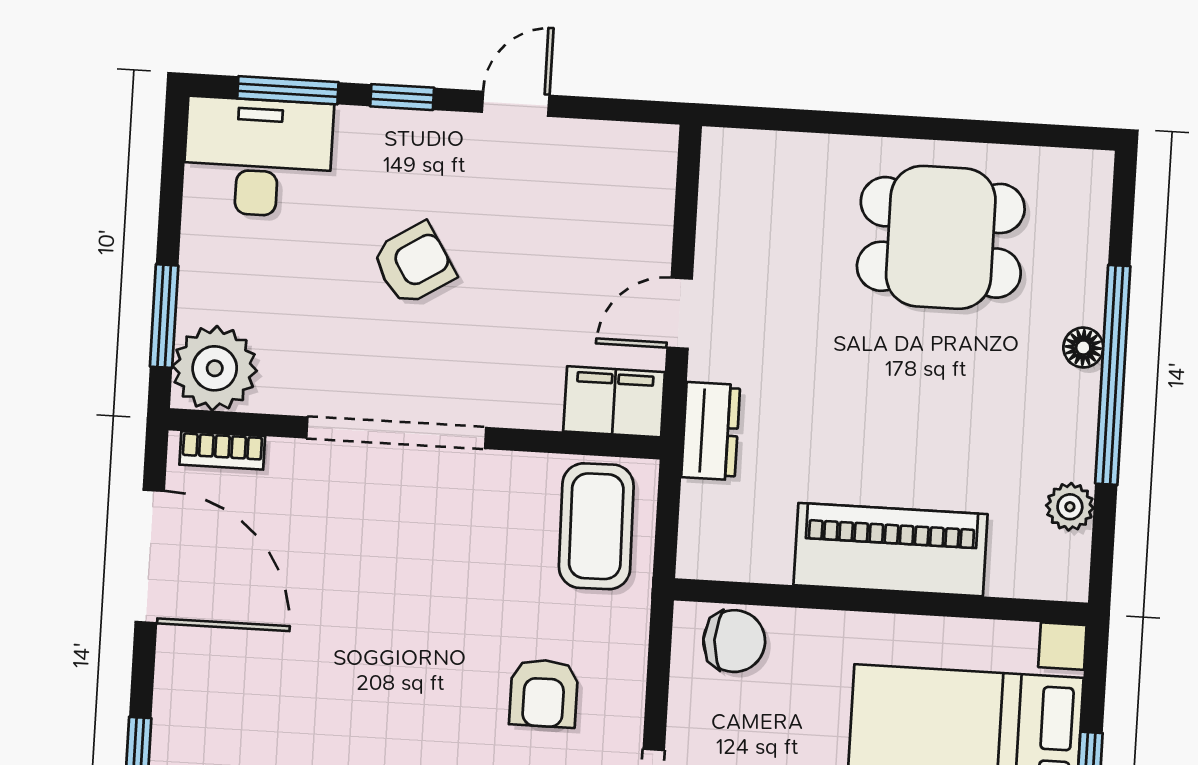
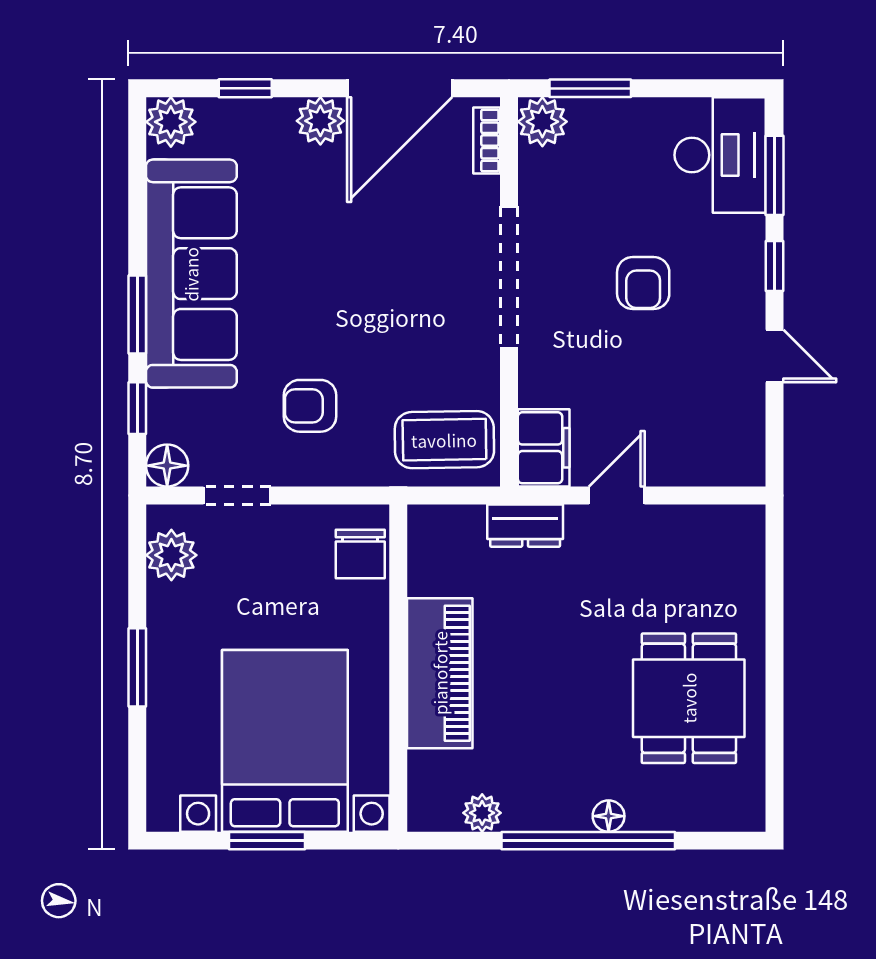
armchair: (414, 264) -> (643, 283), turned 32
door: (680, 313) -> (617, 495), hinge flipped
plant: (215, 368) -> (542, 122), width x0.73, depth x0.73
plant: (185, 659) -> (320, 121), added

